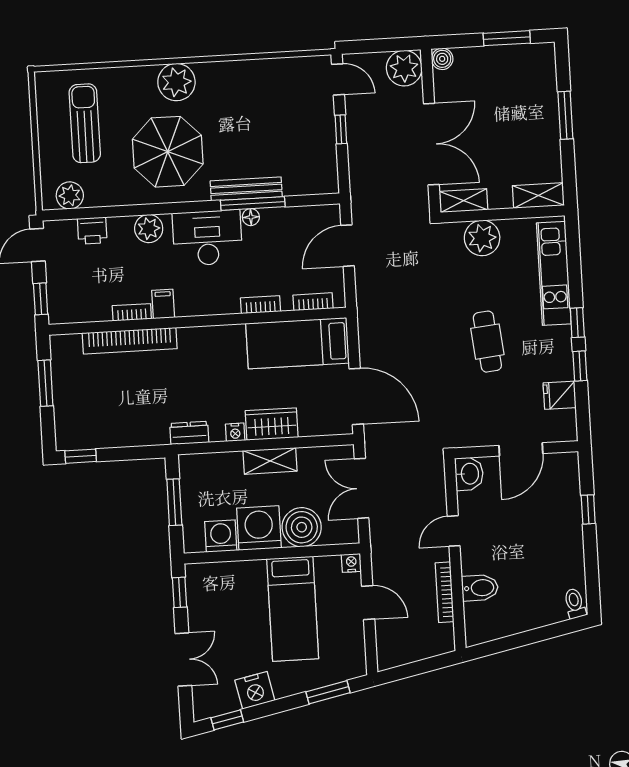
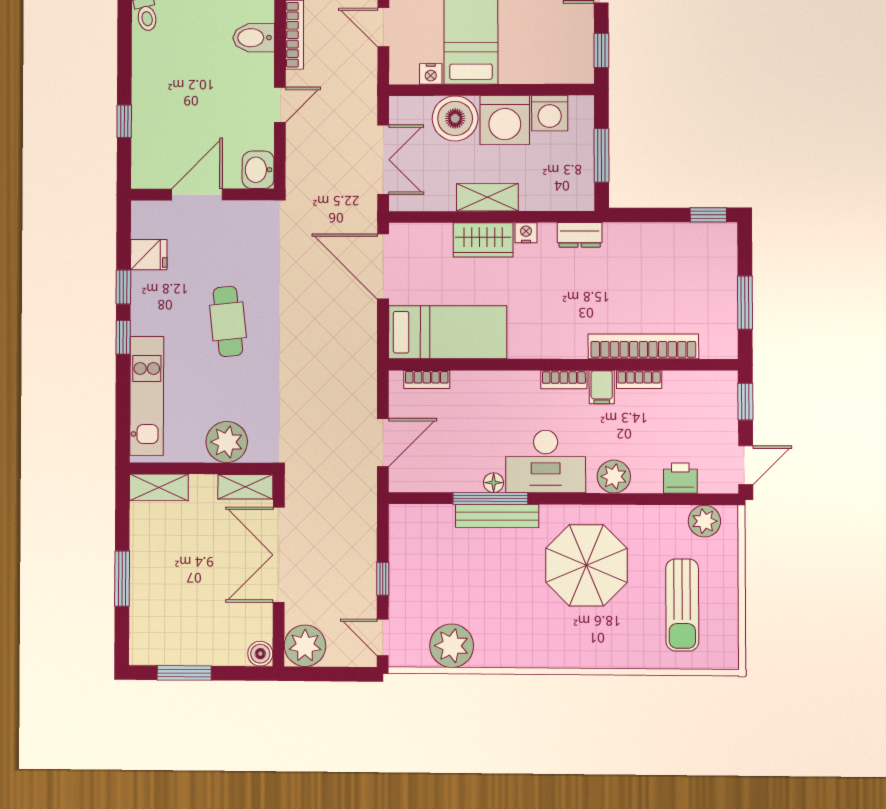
plant: (176, 82) -> (452, 646), moved
bookcase: (261, 305) -> (564, 380), moved
nightstand: (351, 563) -> (431, 74), moved

